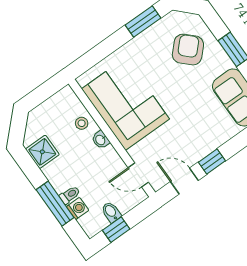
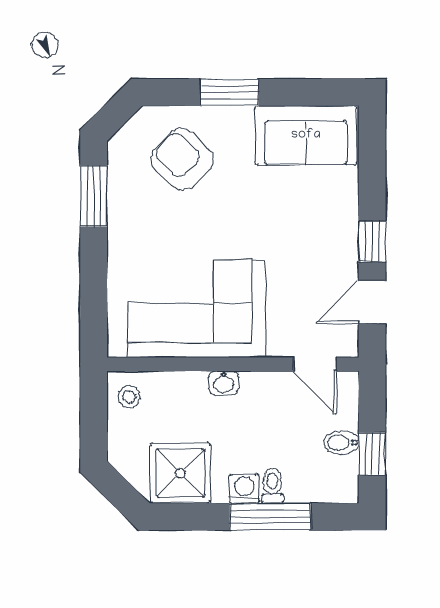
stool: (82, 123) -> (129, 397), moved
shower: (42, 152) -> (180, 473), width x1.36, depth x1.36
door: (138, 175) -> (315, 364), hinge flipped
washing machine: (78, 208) -> (244, 489), moved

